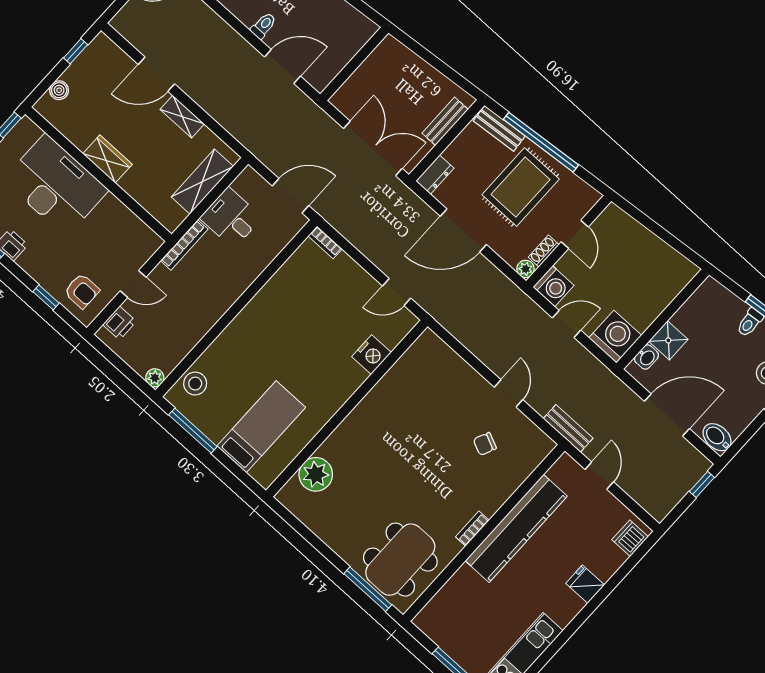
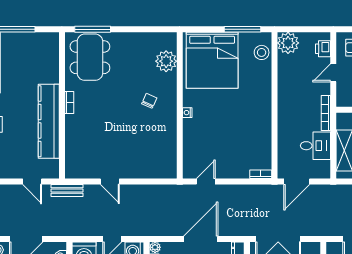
nightstand: (371, 355) -> (187, 113), moved, width x0.53, depth x0.56
plant: (155, 378) -> (288, 43), width x1.88, depth x1.88
bed: (261, 427) -> (212, 60), width x2.04
chair: (485, 444) -> (149, 101), moved

